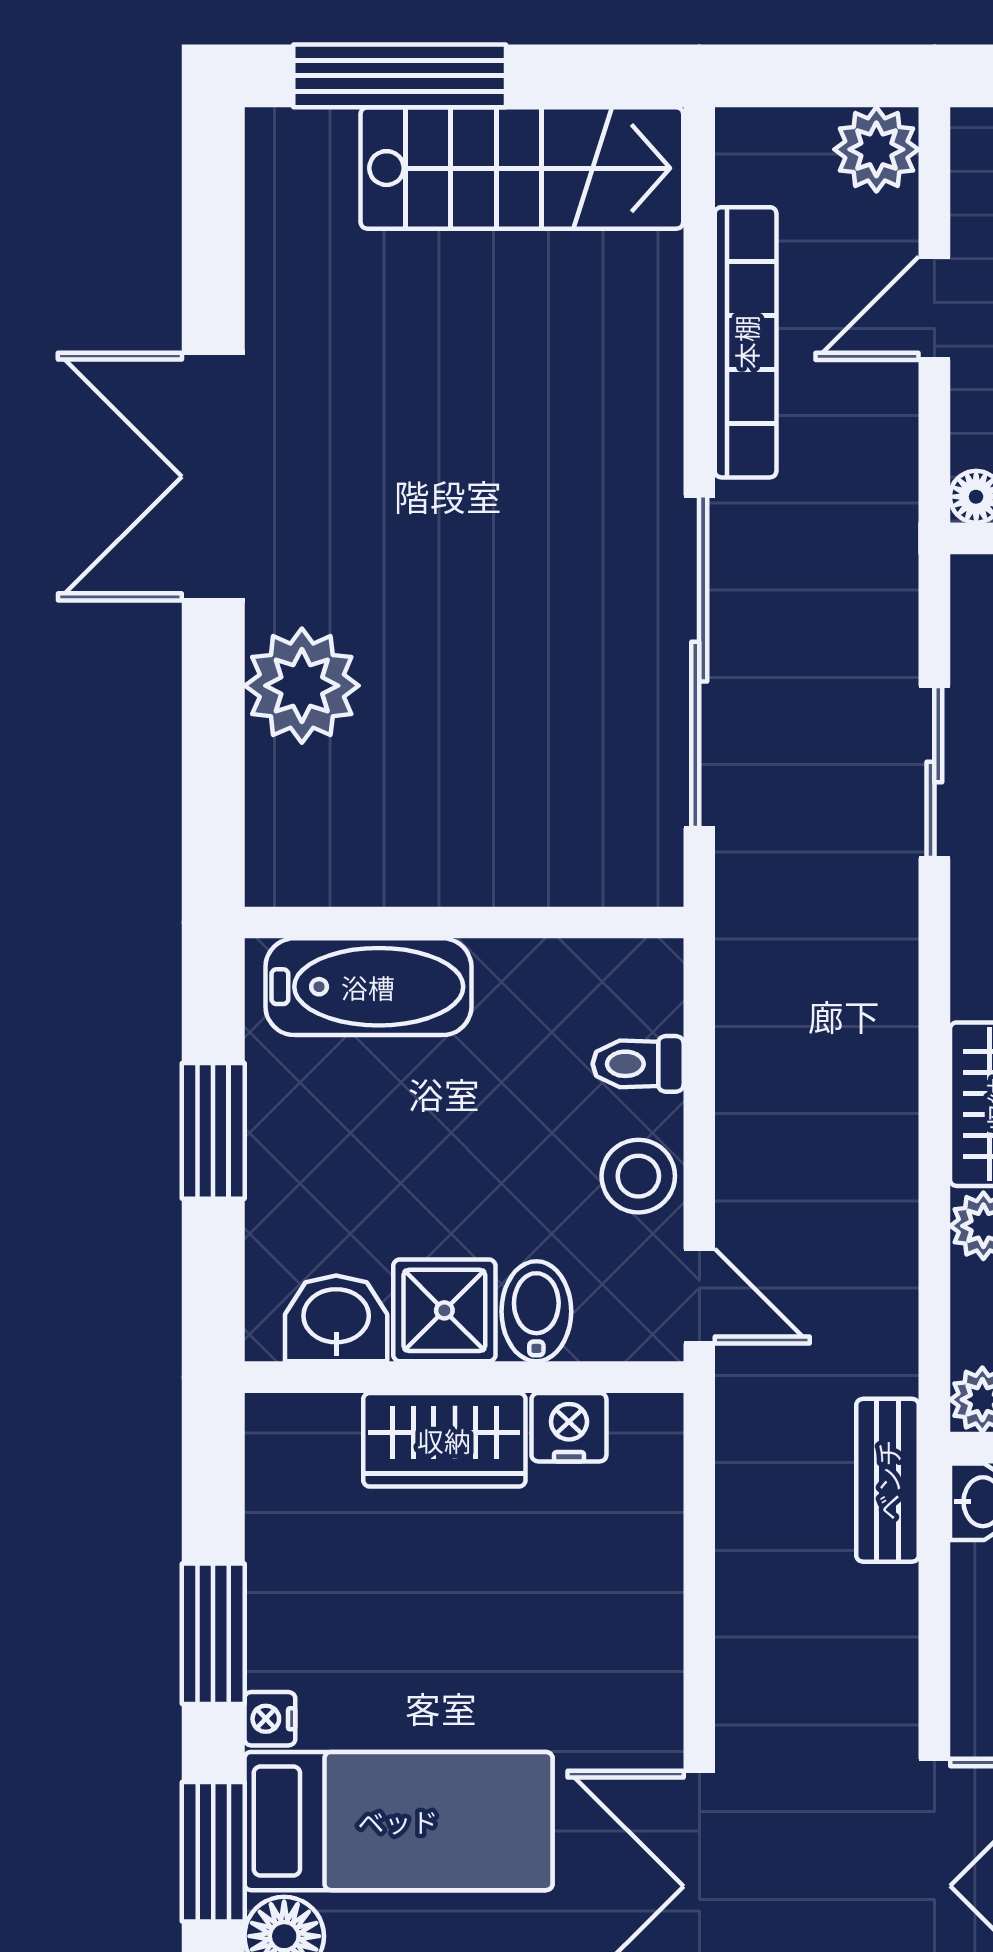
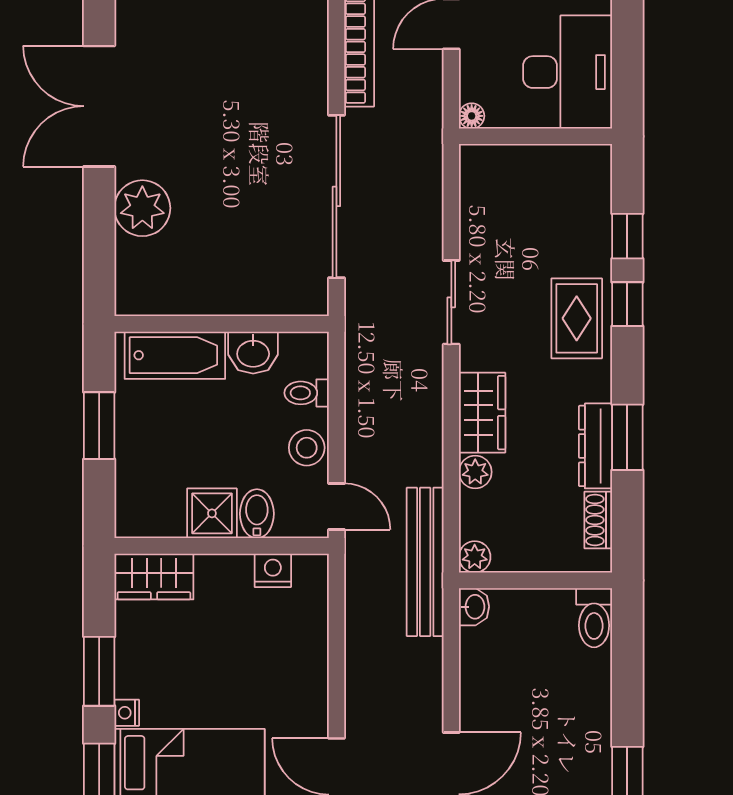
sliding door: (934, 772) -> (451, 302), moved
washbasin: (336, 1318) -> (253, 353), moved, turned 180
wardrobe: (444, 1440) -> (154, 576), moved
bench: (888, 1480) -> (425, 562), width x1.86, depth x1.21

